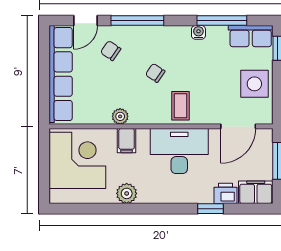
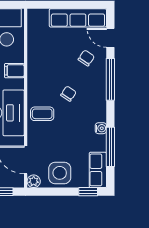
row of seats: (61, 74) -> (78, 18), width x0.73
plant: (120, 116) -> (34, 181), moved

